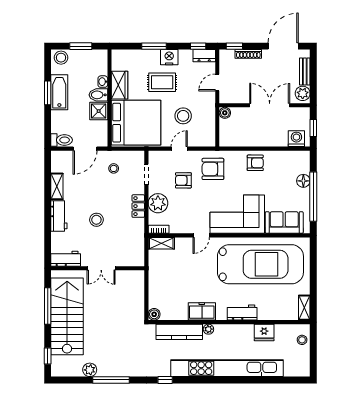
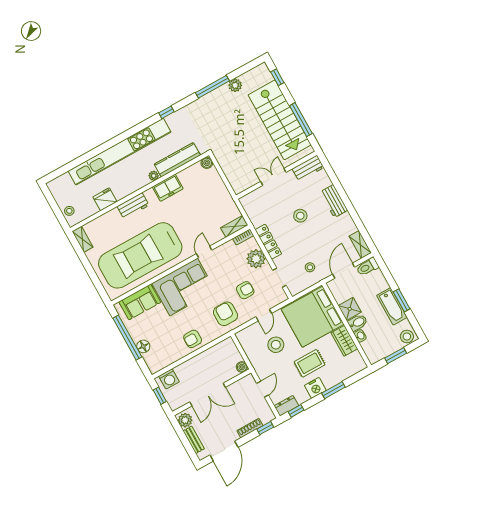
armchair: (213, 169) -> (225, 314), turned -90
shelving: (57, 186) -> (360, 244), moved
locker: (138, 206) -> (268, 242), width x1.53

